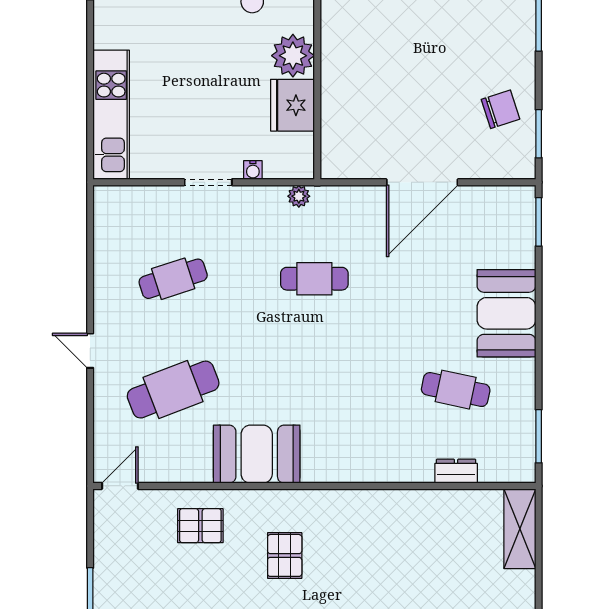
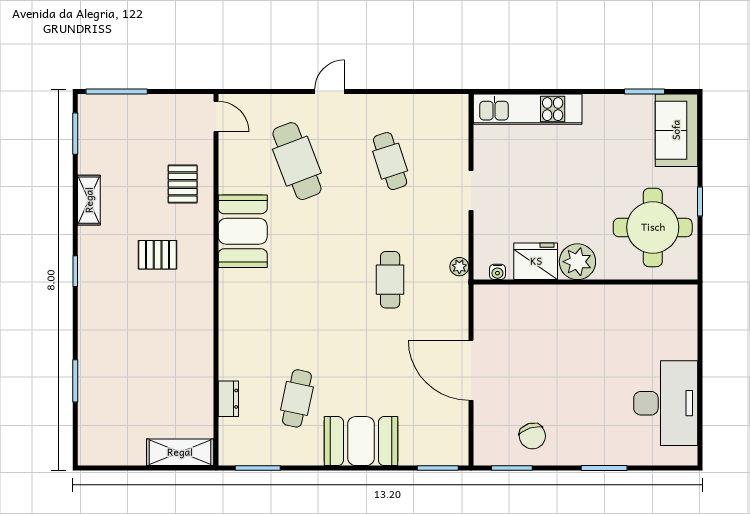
water cooler: (253, 170) -> (497, 272), moved, turned -90

